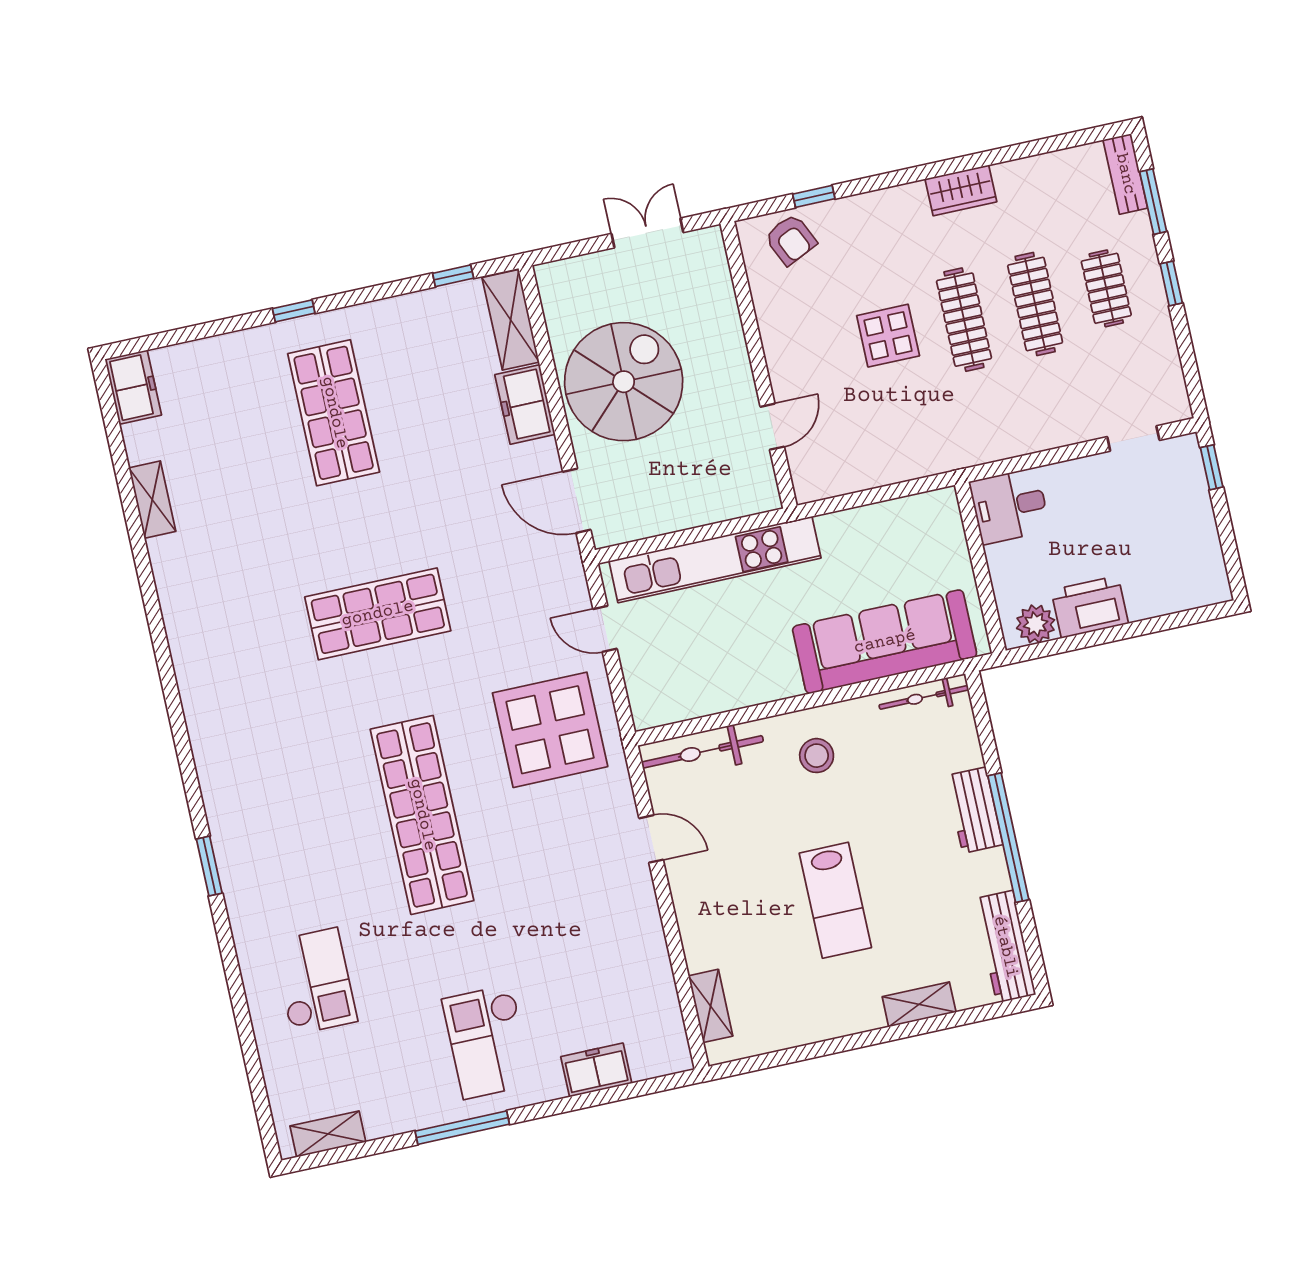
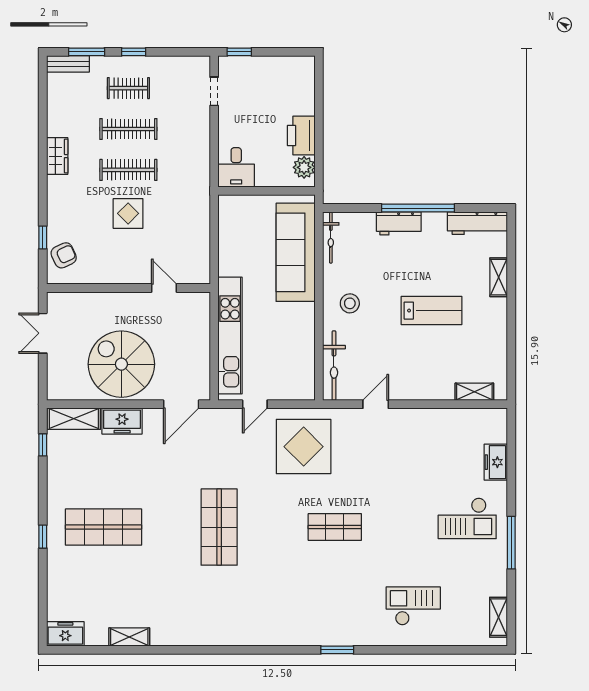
shop shelf: (422, 815) -> (335, 527), width x0.50, depth x0.74

